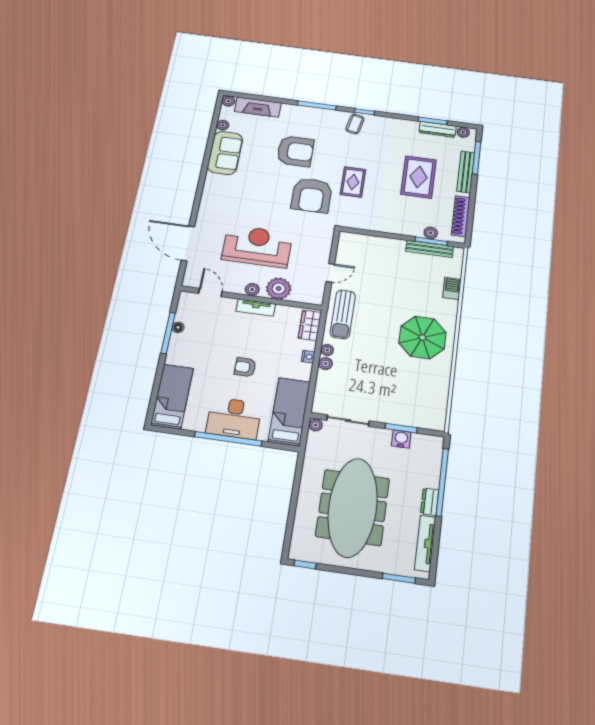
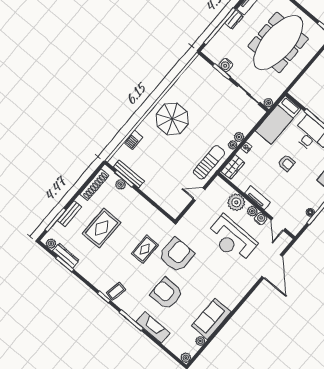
fireplace: (258, 107) -> (153, 327), moved
bench: (466, 172) -> (69, 214), width x0.73
water cooler: (236, 287) -> (261, 219), added

